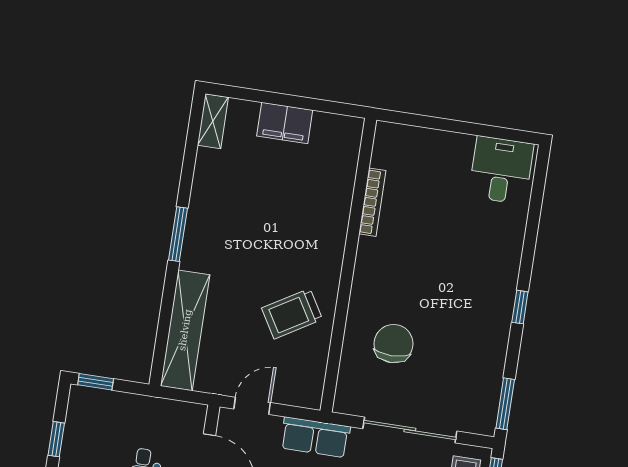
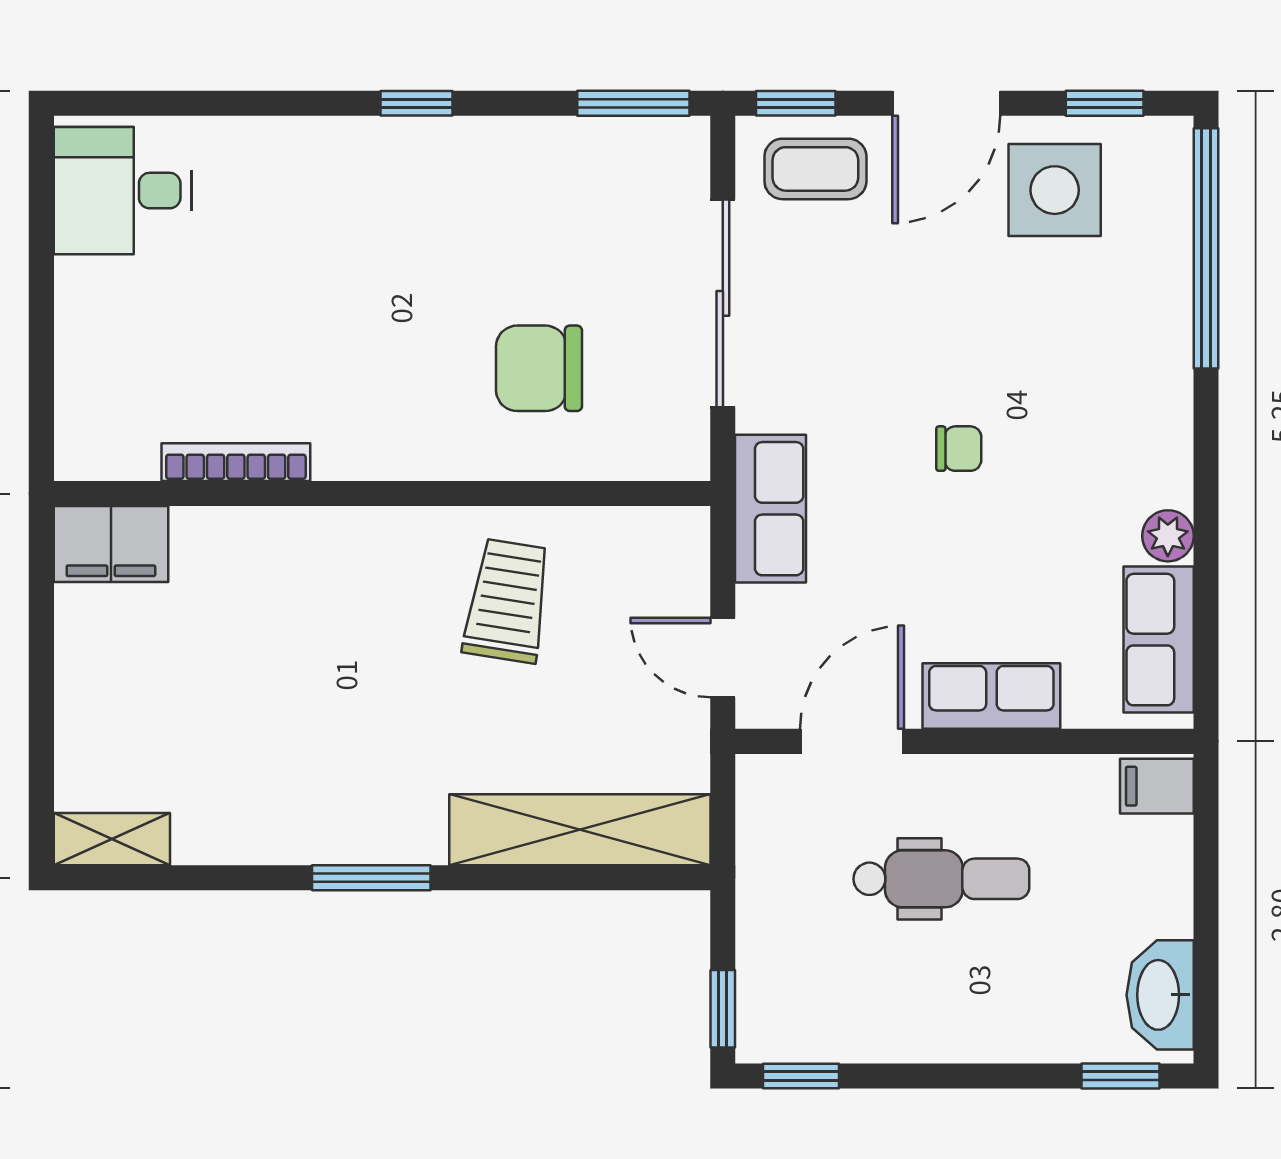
filing cabinet: (285, 123) -> (111, 544), moved, turned 90
trolley: (292, 314) -> (507, 601), turned -140
window: (56, 439) -> (801, 1076), moved

